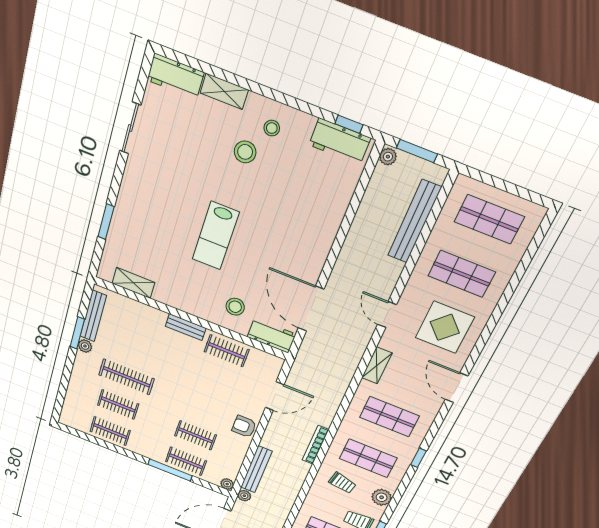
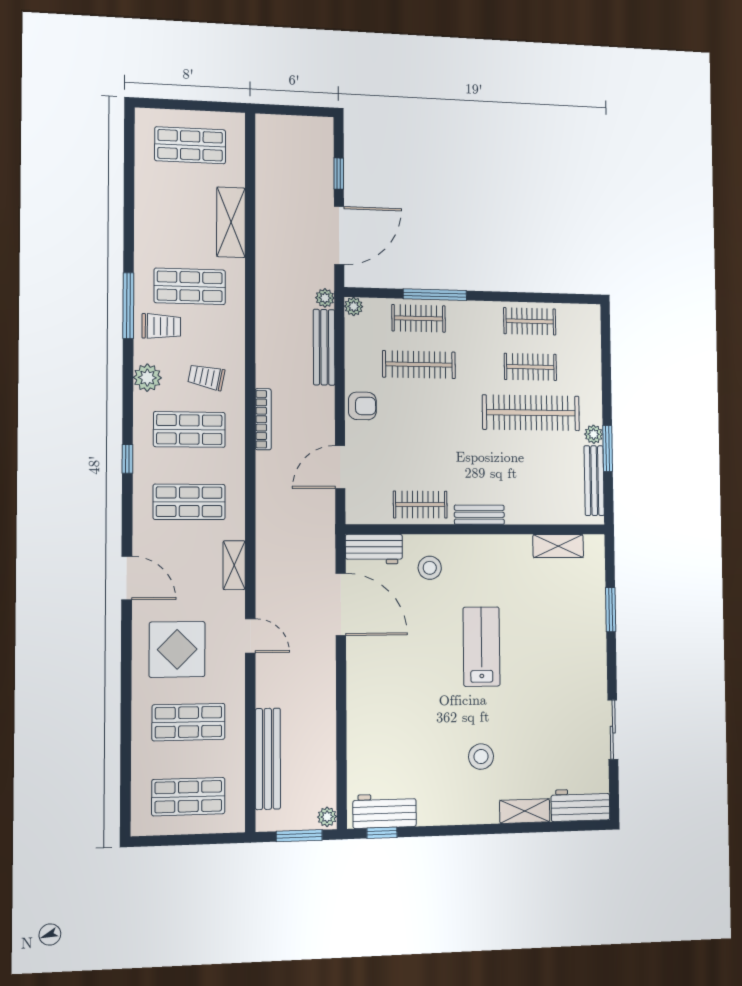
stool: (272, 128) -> (462, 794), removed
clothes rail: (126, 377) -> (531, 413), width x1.37, depth x1.31
clothes rail: (195, 435) -> (419, 365), width x1.36

